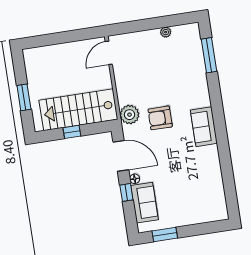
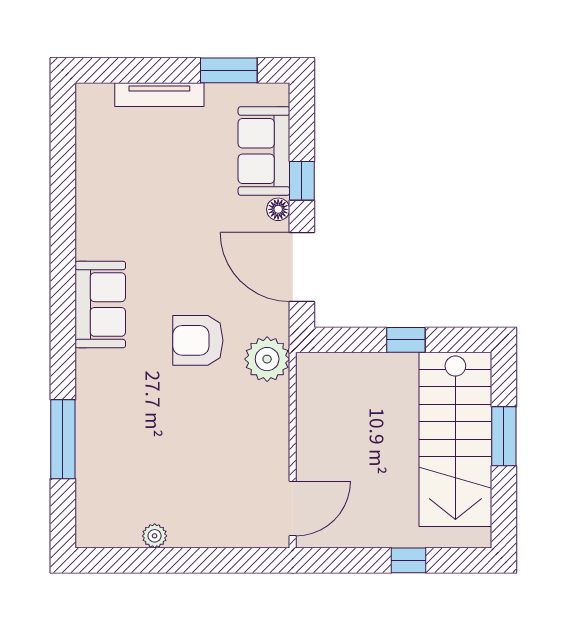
window: (56, 38) -> (408, 560), added
window: (209, 55) -> (63, 439), moved
stairs: (78, 110) -> (455, 439), moved, turned 90
armchair: (160, 118) -> (198, 340), turned 180
tv unit: (193, 220) -> (159, 95), added

